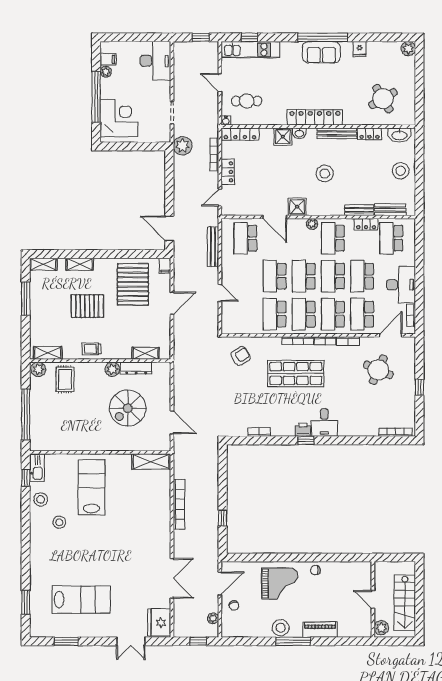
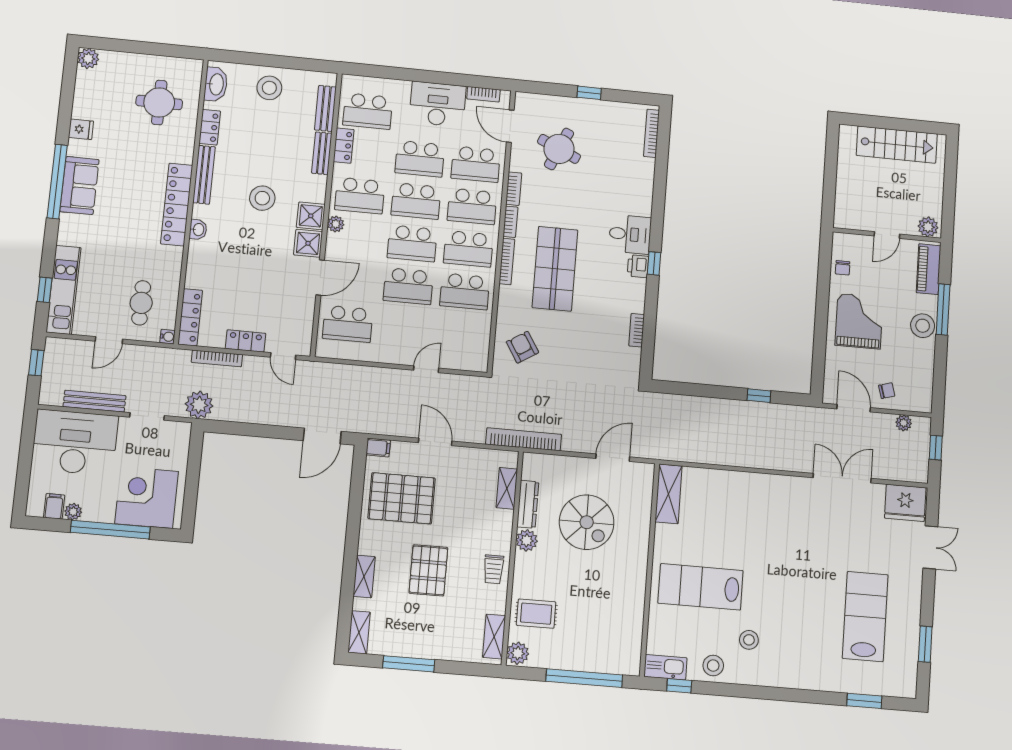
desk: (155, 61) -> (75, 442), width x1.36, depth x1.30
round table: (383, 99) -> (159, 102), turned 30
shower: (283, 137) -> (311, 216), moved
bench: (213, 247) -> (95, 401), moved
bookcase: (179, 504) -> (524, 439), moved
door: (373, 599) -> (887, 235), moved
wall: (373, 599) -> (887, 235), moved
plant: (381, 628) -> (928, 227), moved

